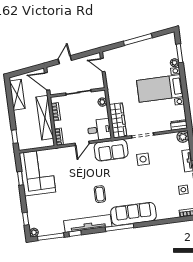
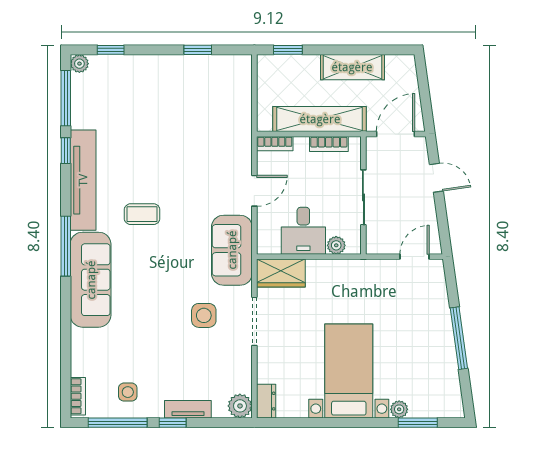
shelving: (17, 95) -> (352, 67), moved
wardrobe: (118, 120) -> (281, 273), width x0.67
desk: (99, 130) -> (303, 231), moved
door: (82, 143) -> (254, 191), swing flipped
corner sofa: (37, 172) -> (205, 88), removed

